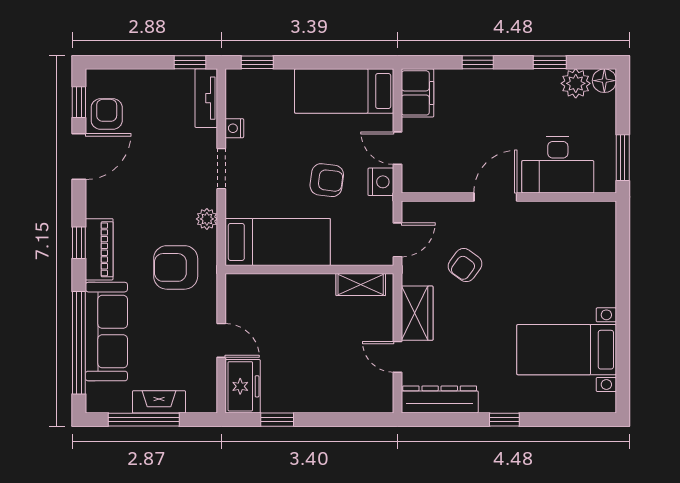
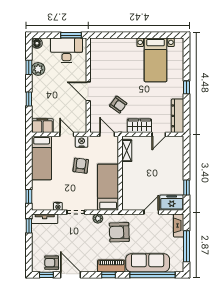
plant: (576, 83) -> (38, 69), moved
door: (397, 148) -> (67, 134), swing flipped
desk: (558, 165) -> (67, 50), moved, turned -90
armchair: (176, 267) -> (119, 232), turned 88
fireplace: (159, 402) -> (179, 225), moved

